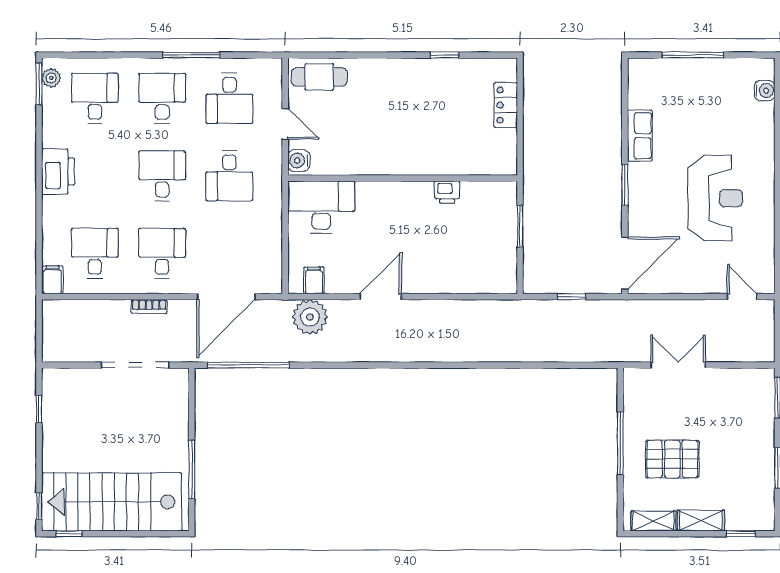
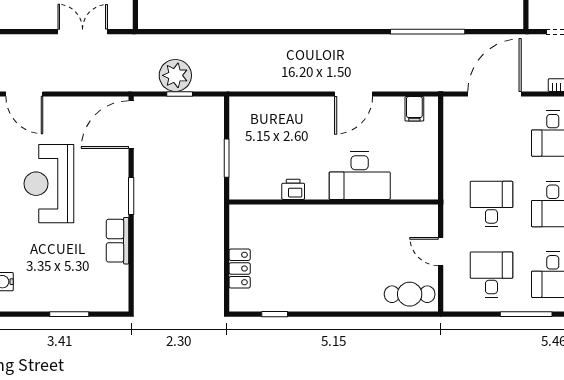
window: (445, 55) -> (275, 314), moved
window: (693, 55) -> (69, 314), width x0.69
water cooler: (299, 160) -> (428, 218), removed
desk: (321, 207) -> (360, 176), moved
door: (742, 297) -> (24, 94), width x1.38
plant: (310, 317) -> (175, 75), moved
window: (248, 365) -> (428, 32), moved
double door: (678, 365) -> (83, 32), swing flipped

